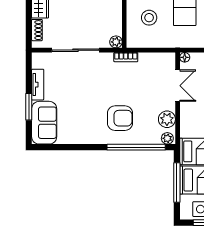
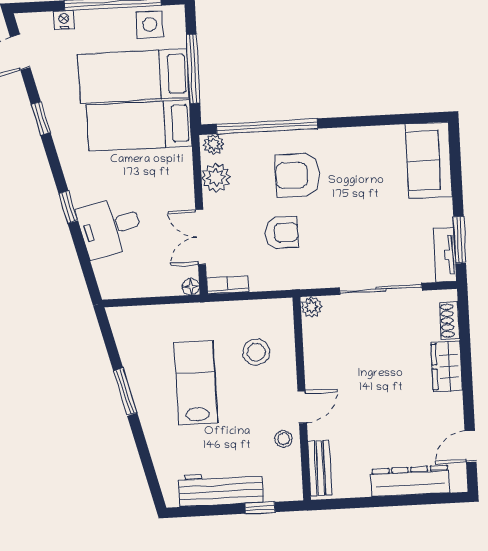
bookcase: (126, 57) -> (228, 285), moved
tv unit: (38, 85) -> (445, 255), moved
armchair: (131, 86) -> (282, 233), added
window: (29, 107) -> (460, 240), moved

